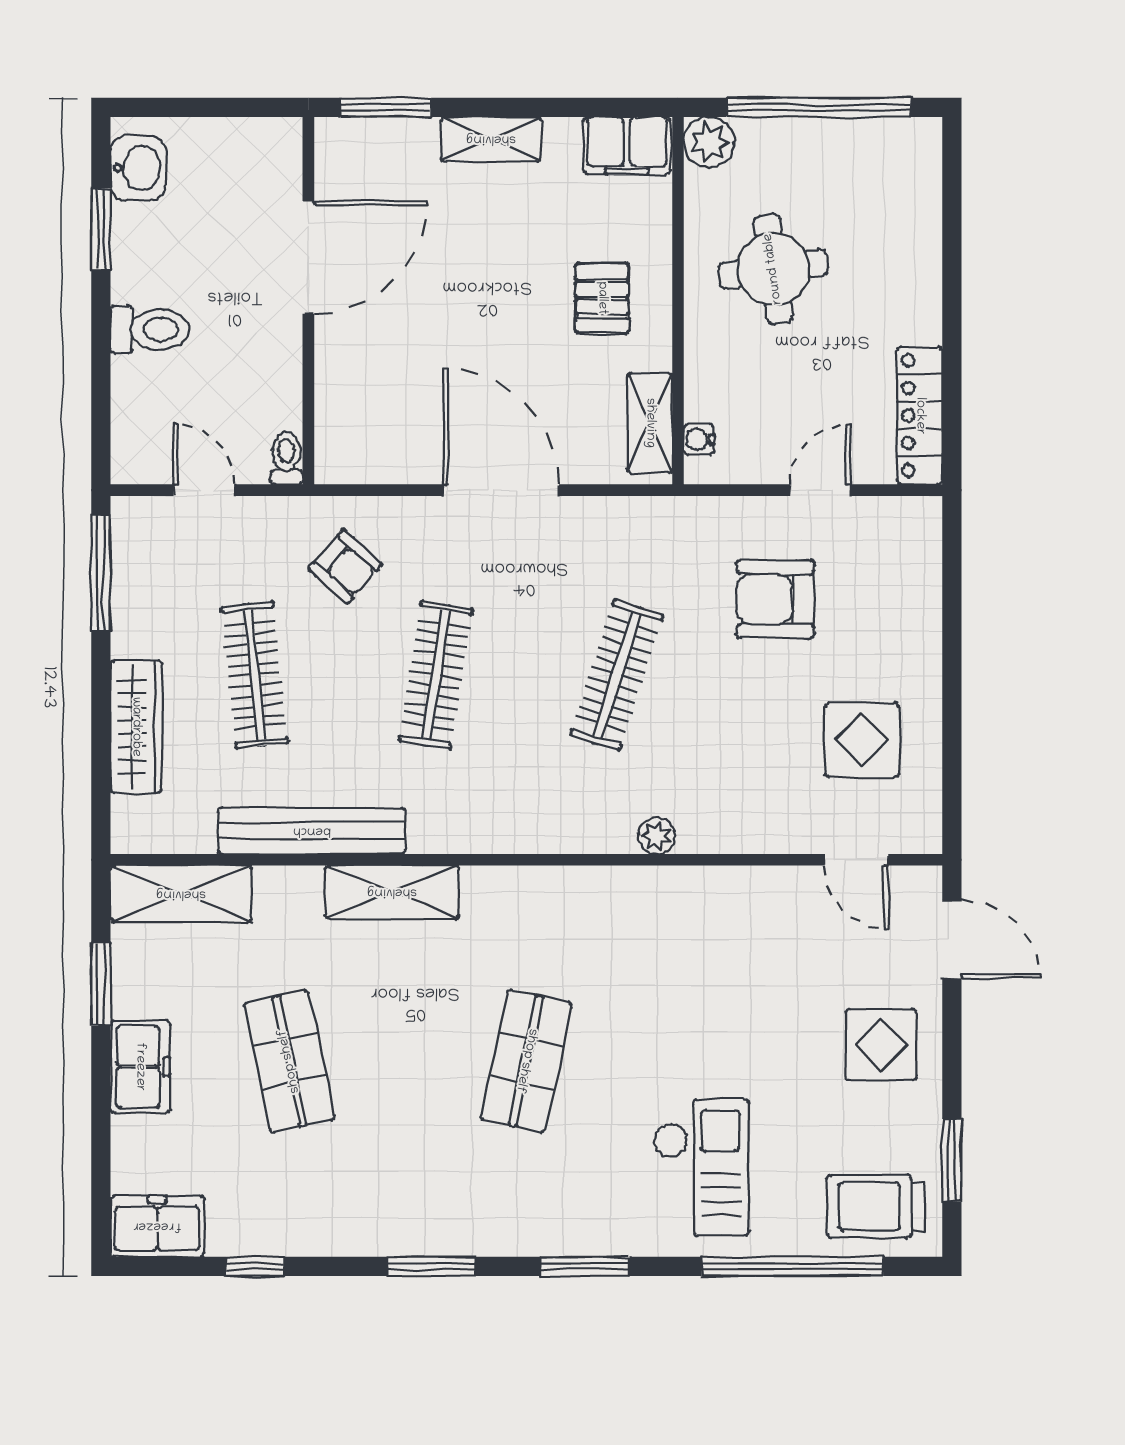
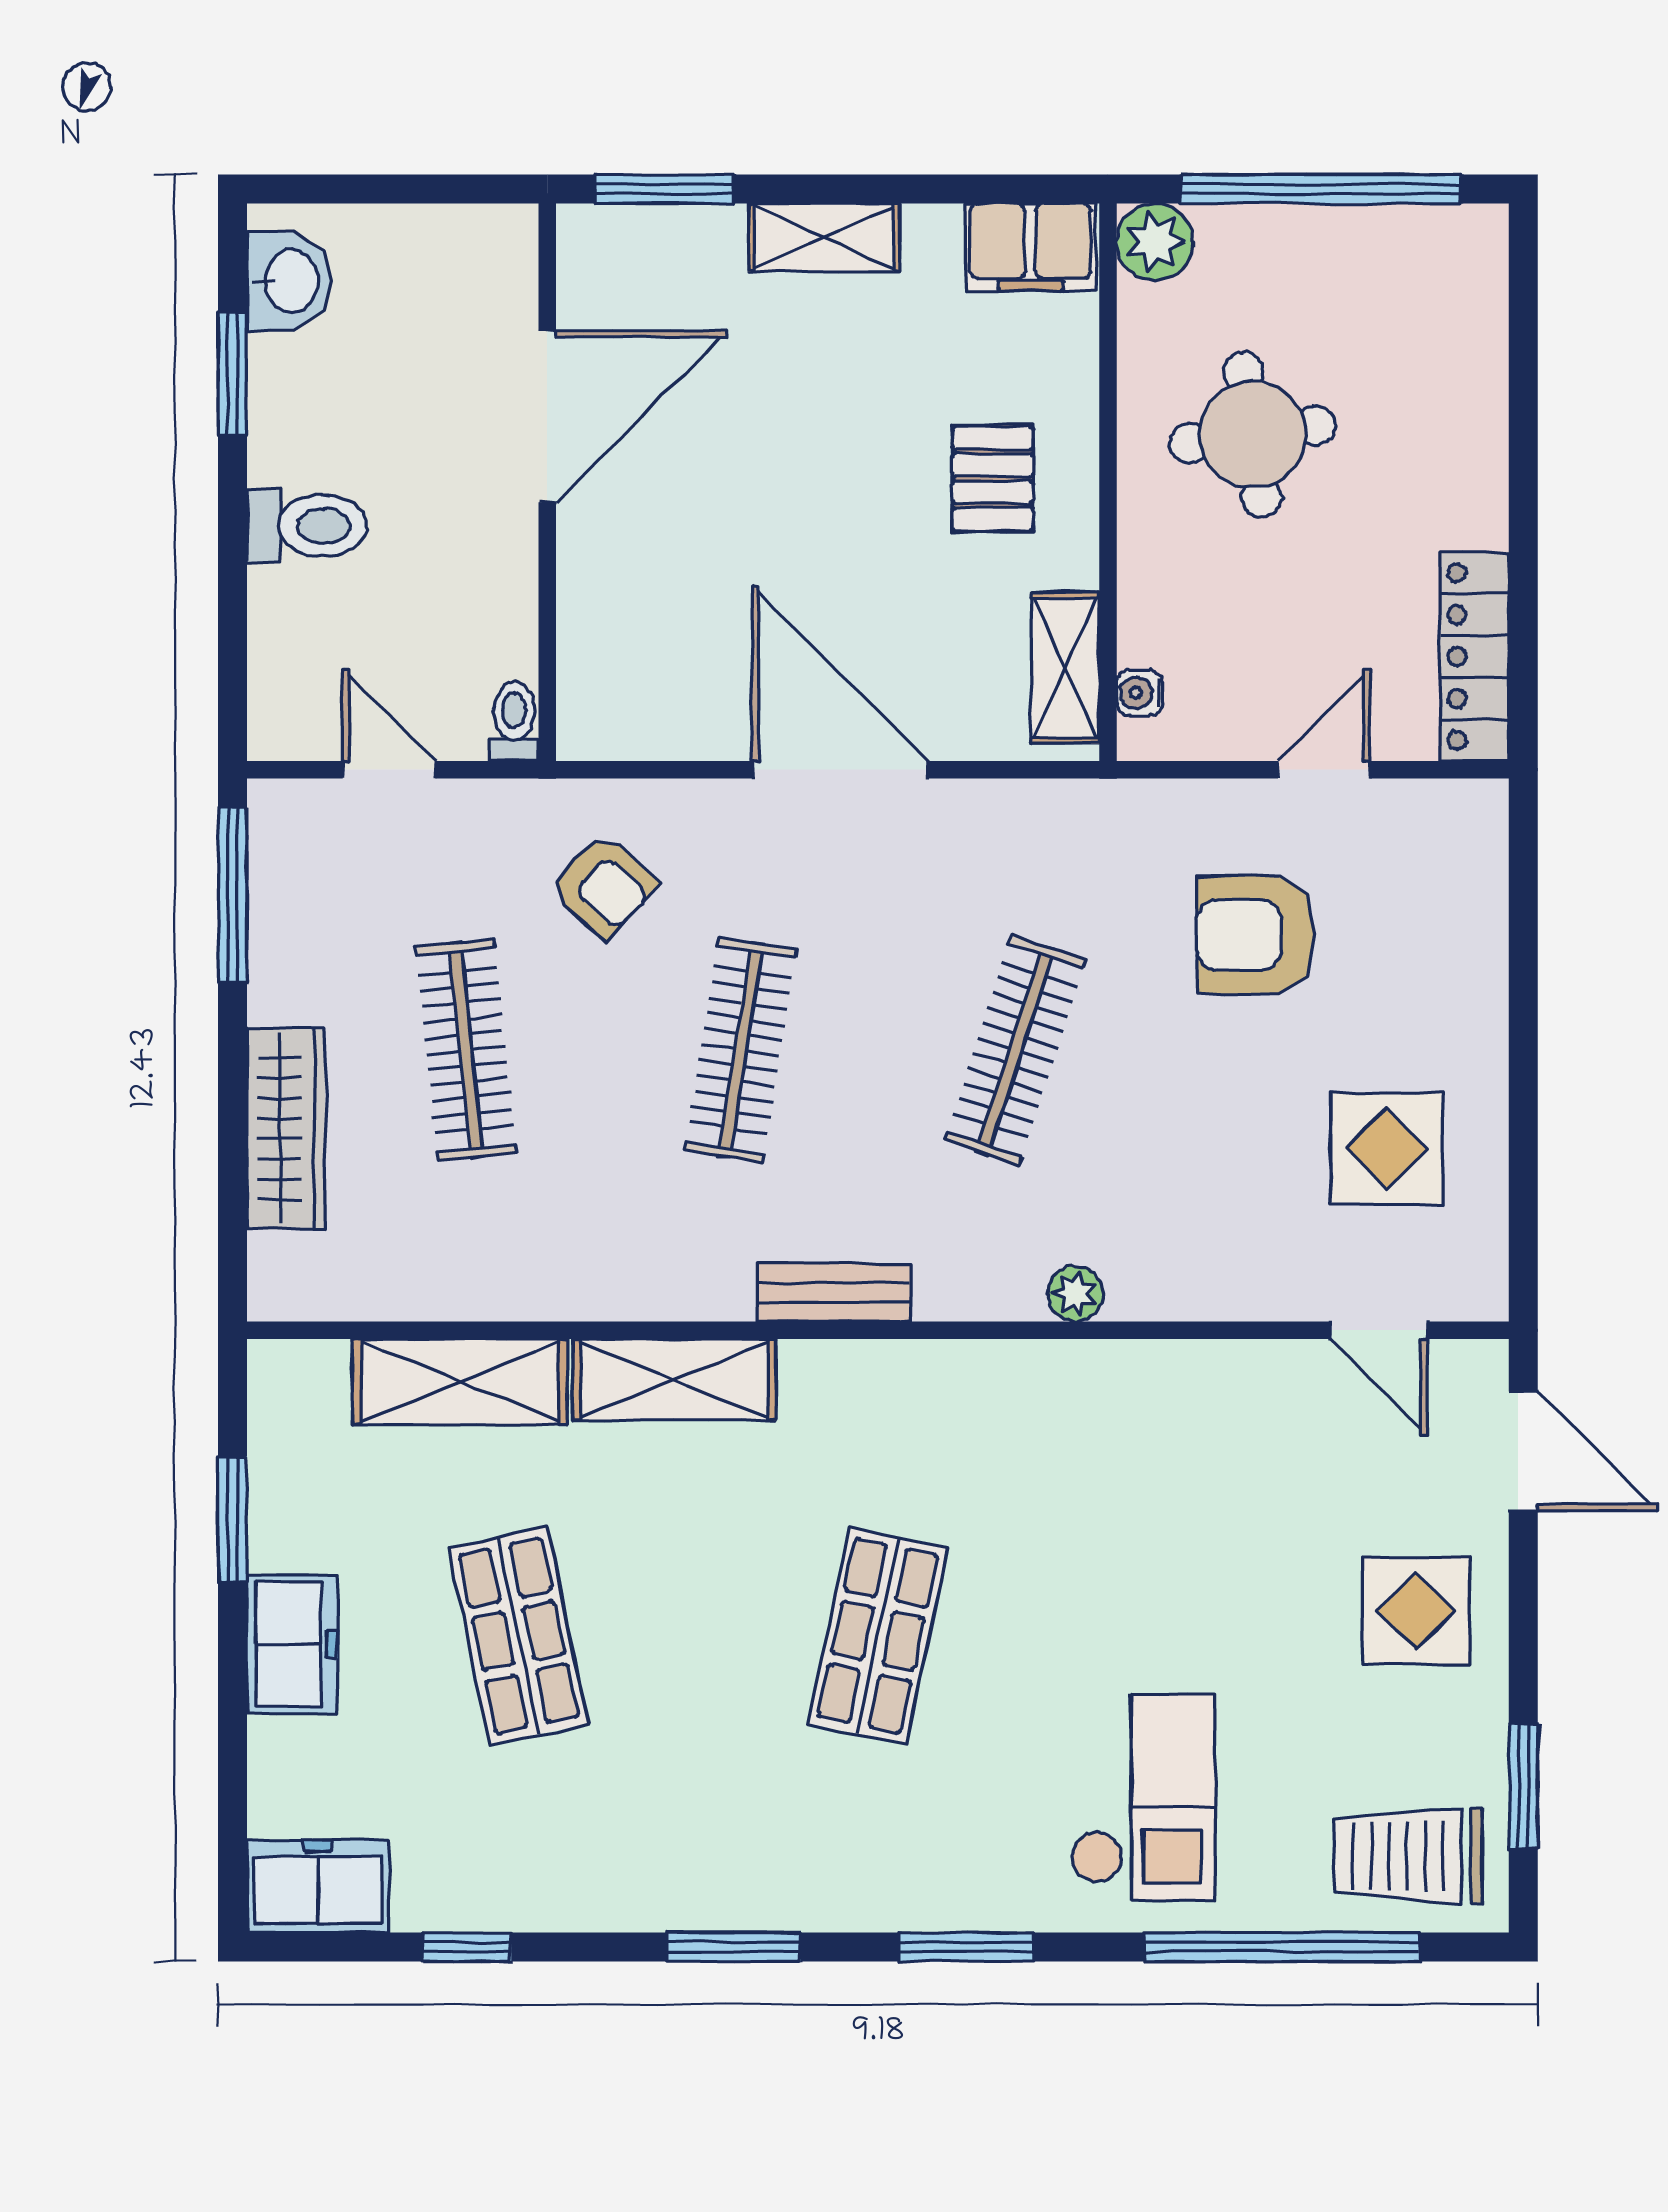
bench: (312, 831) -> (834, 1293), moved, width x0.54, depth x0.82
shelving: (181, 894) -> (460, 1382), moved

